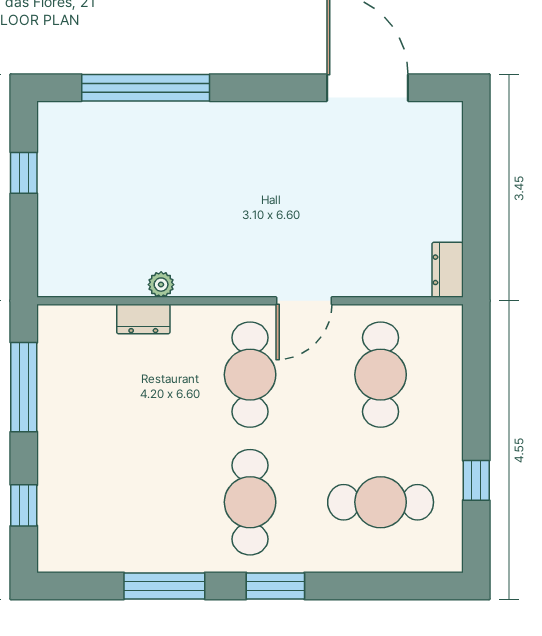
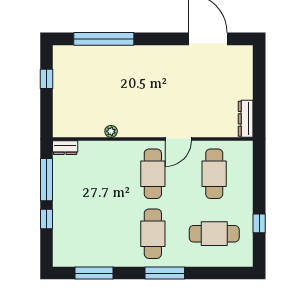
dresser: (448, 270) -> (246, 119), width x1.44
dresser: (143, 319) -> (65, 148), moved
window: (24, 505) -> (47, 219), moved
window: (164, 586) -> (94, 273), moved
window: (275, 586) -> (165, 273), width x1.44

